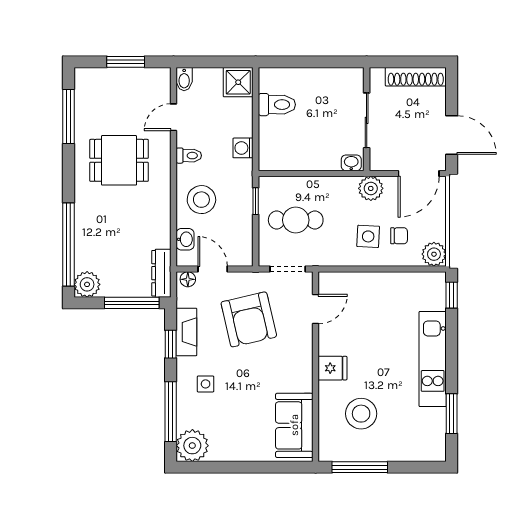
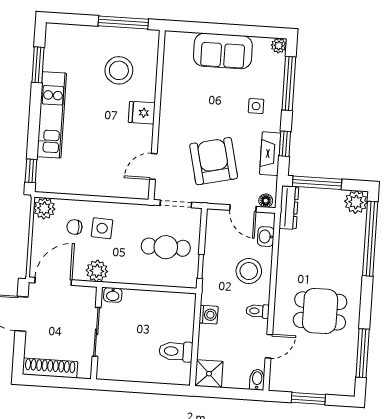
sofa: (294, 425) -> (223, 51), moved, turned 90
plant: (192, 446) -> (279, 46), width x0.53, depth x0.53

